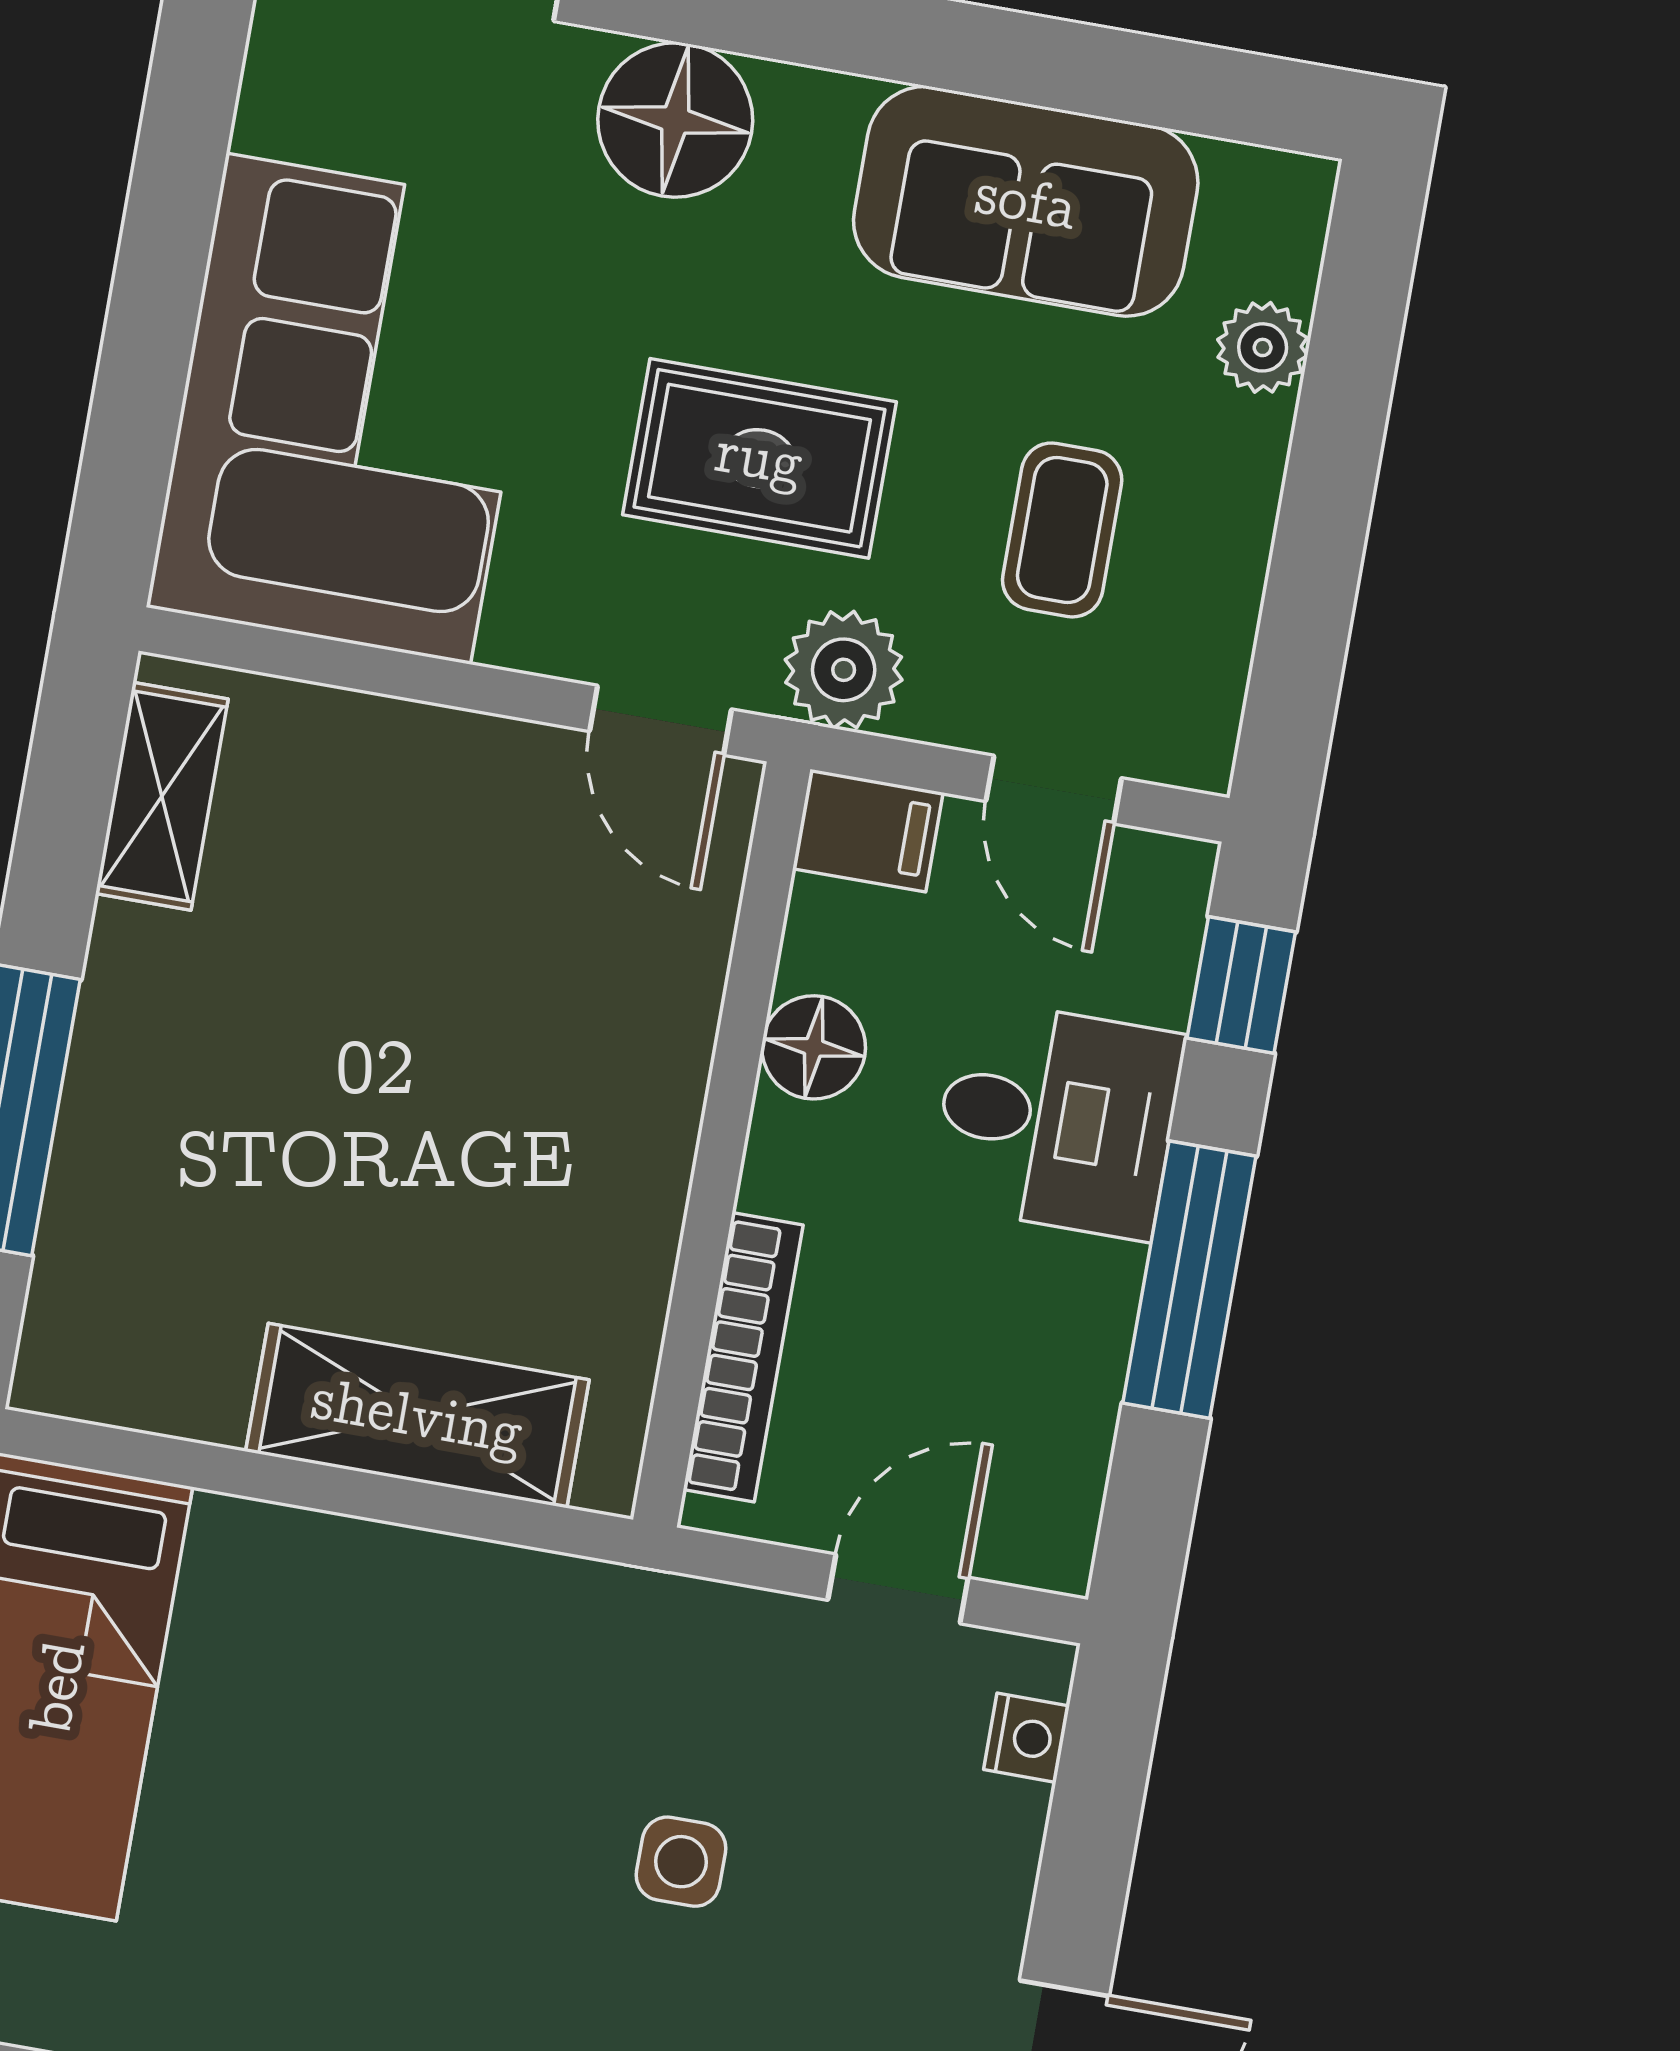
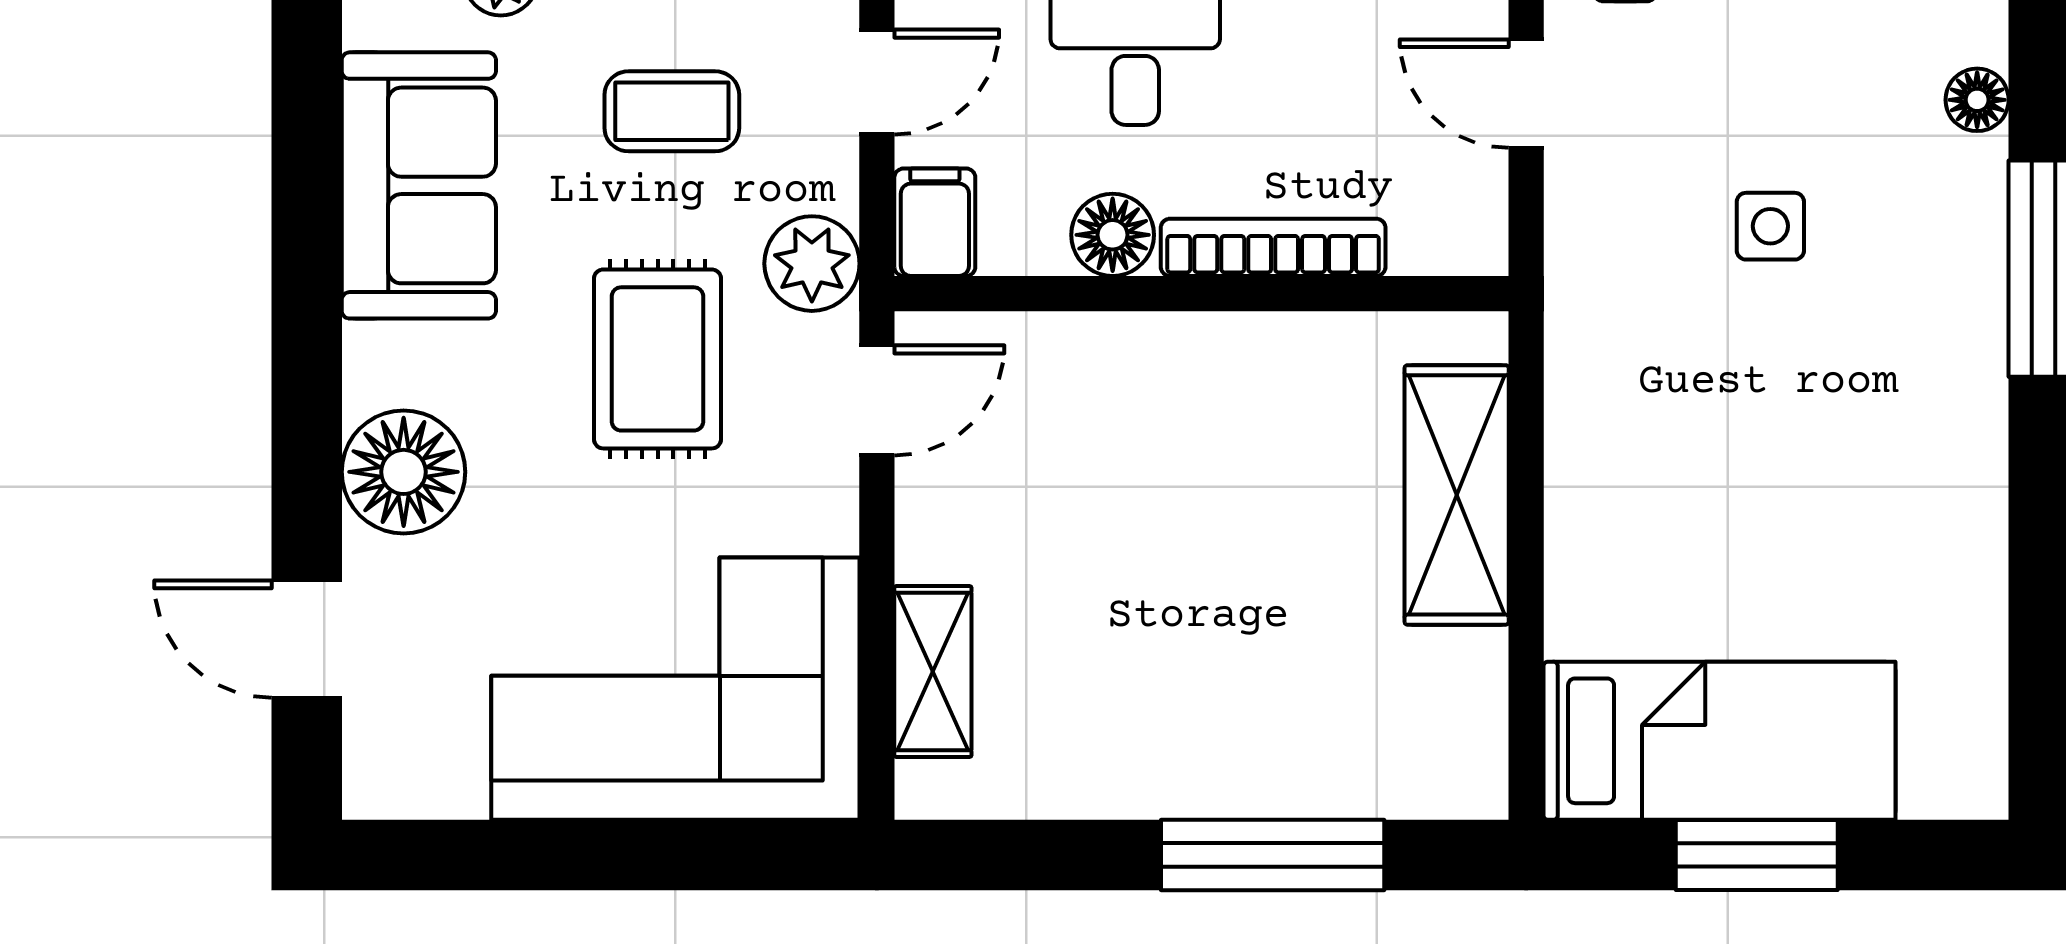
shelving: (162, 796) -> (933, 671), moved, turned 90
bookcase: (743, 1357) -> (1273, 247), moved

